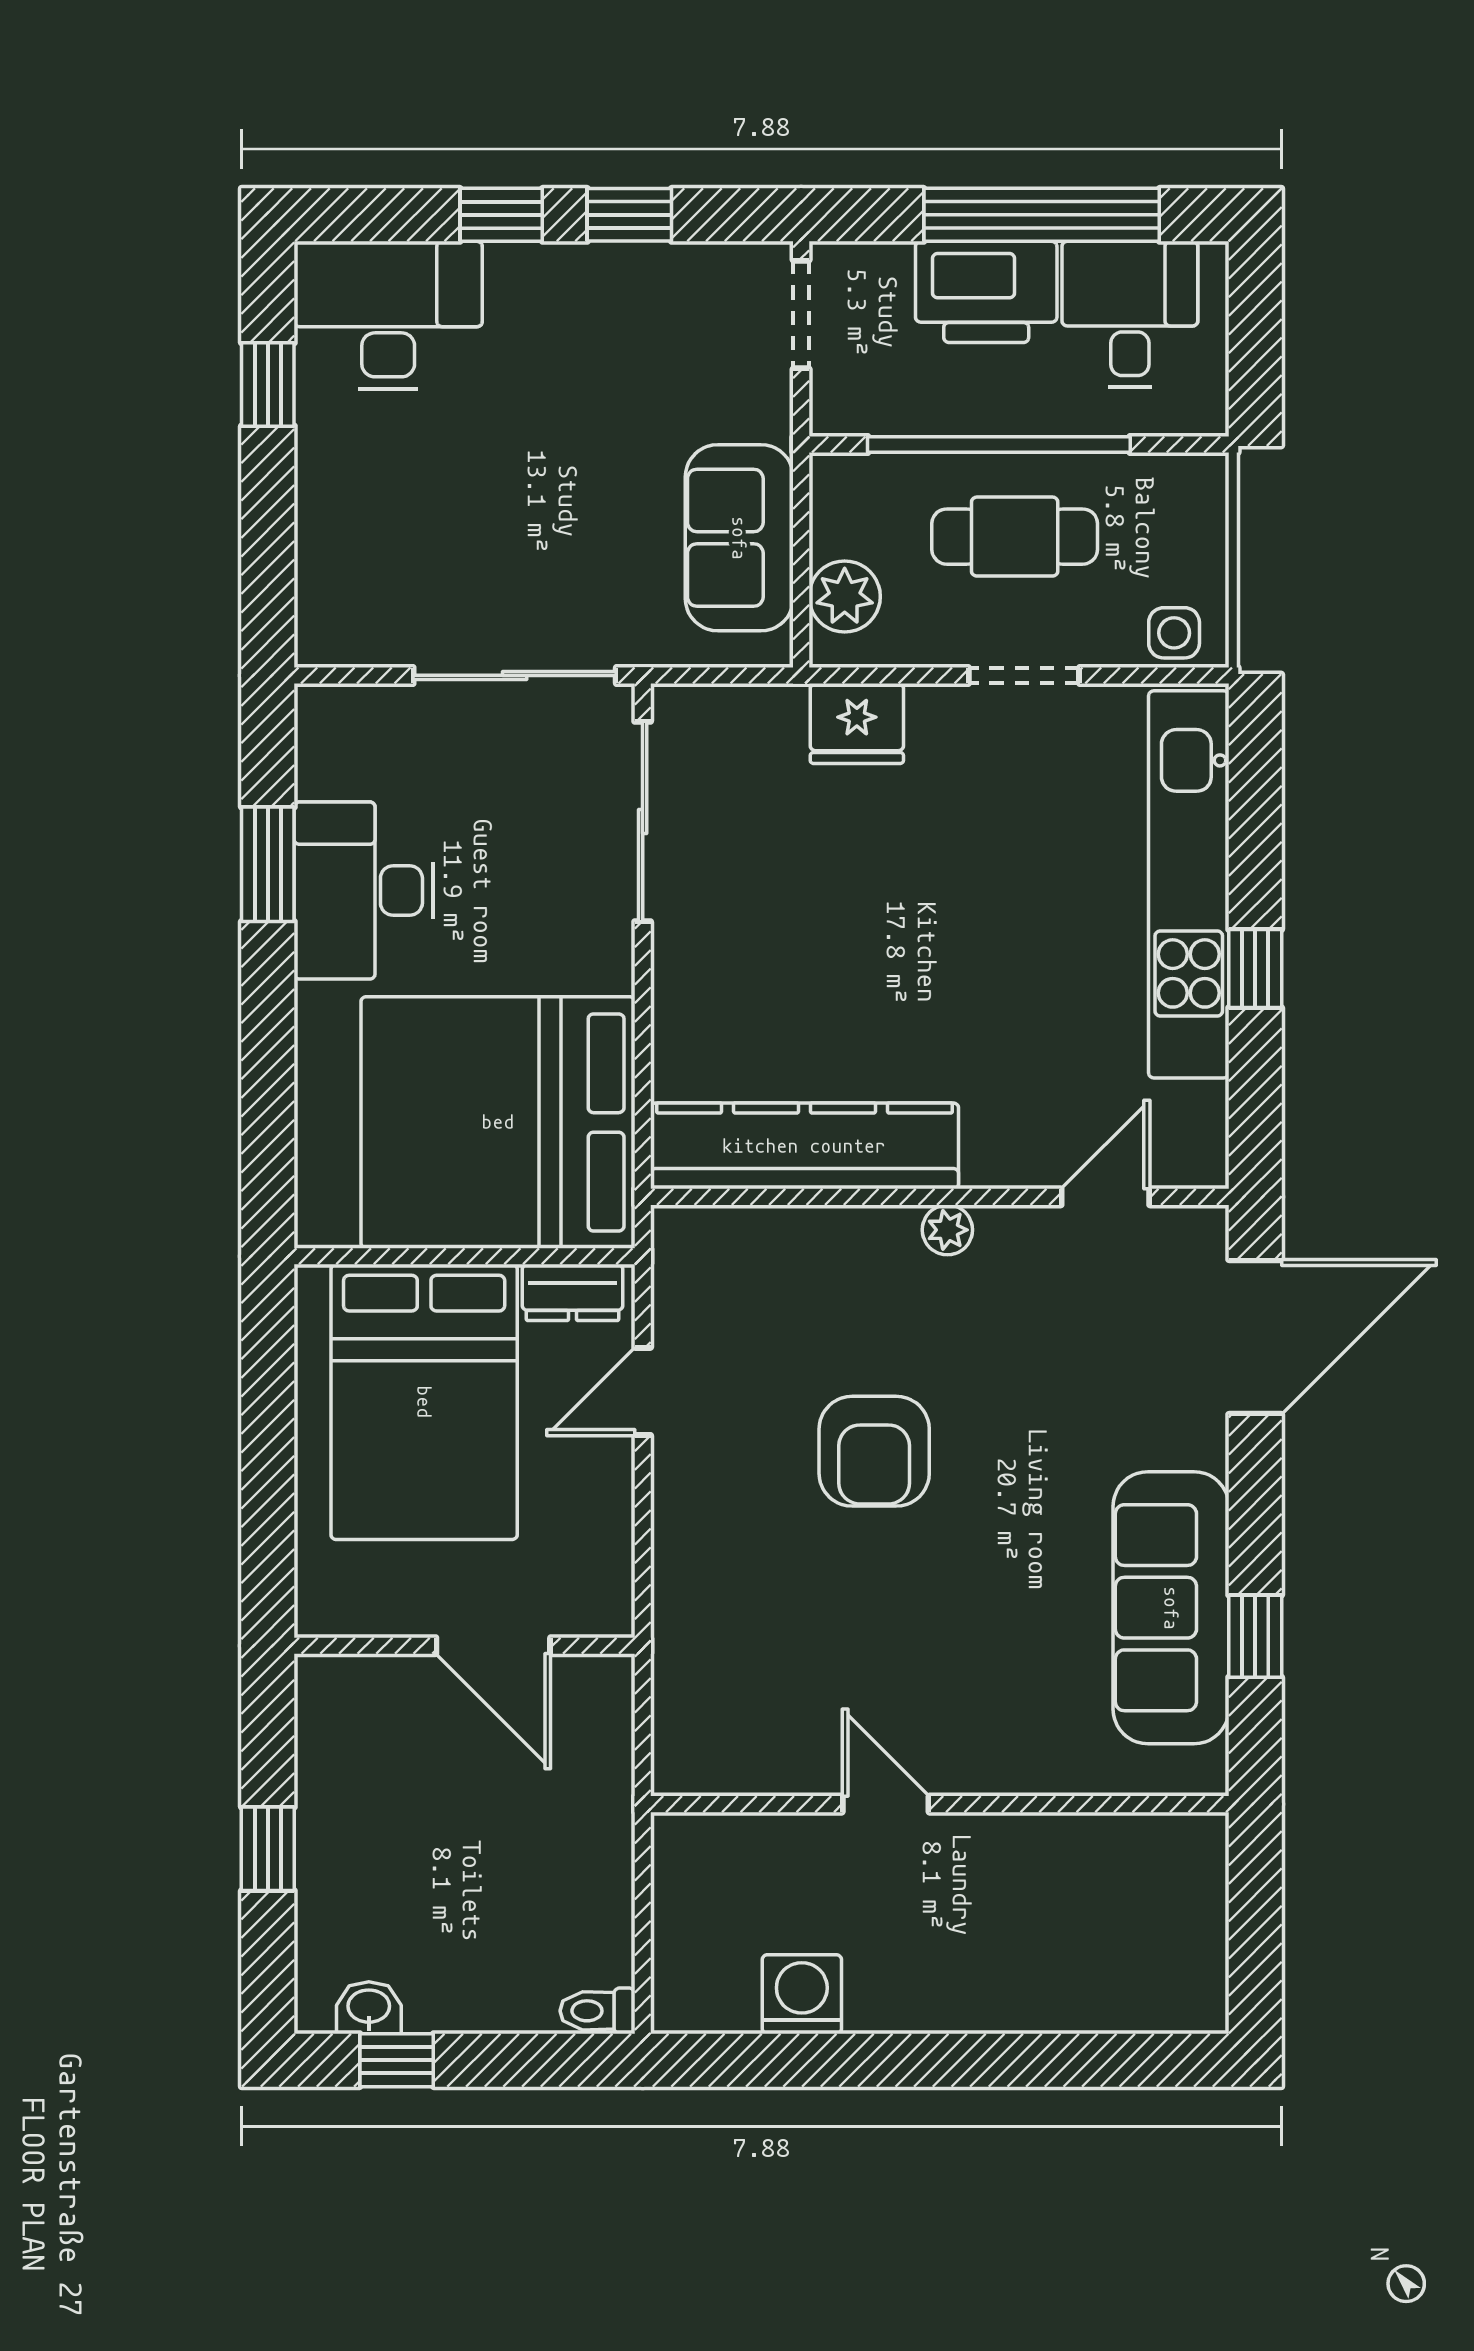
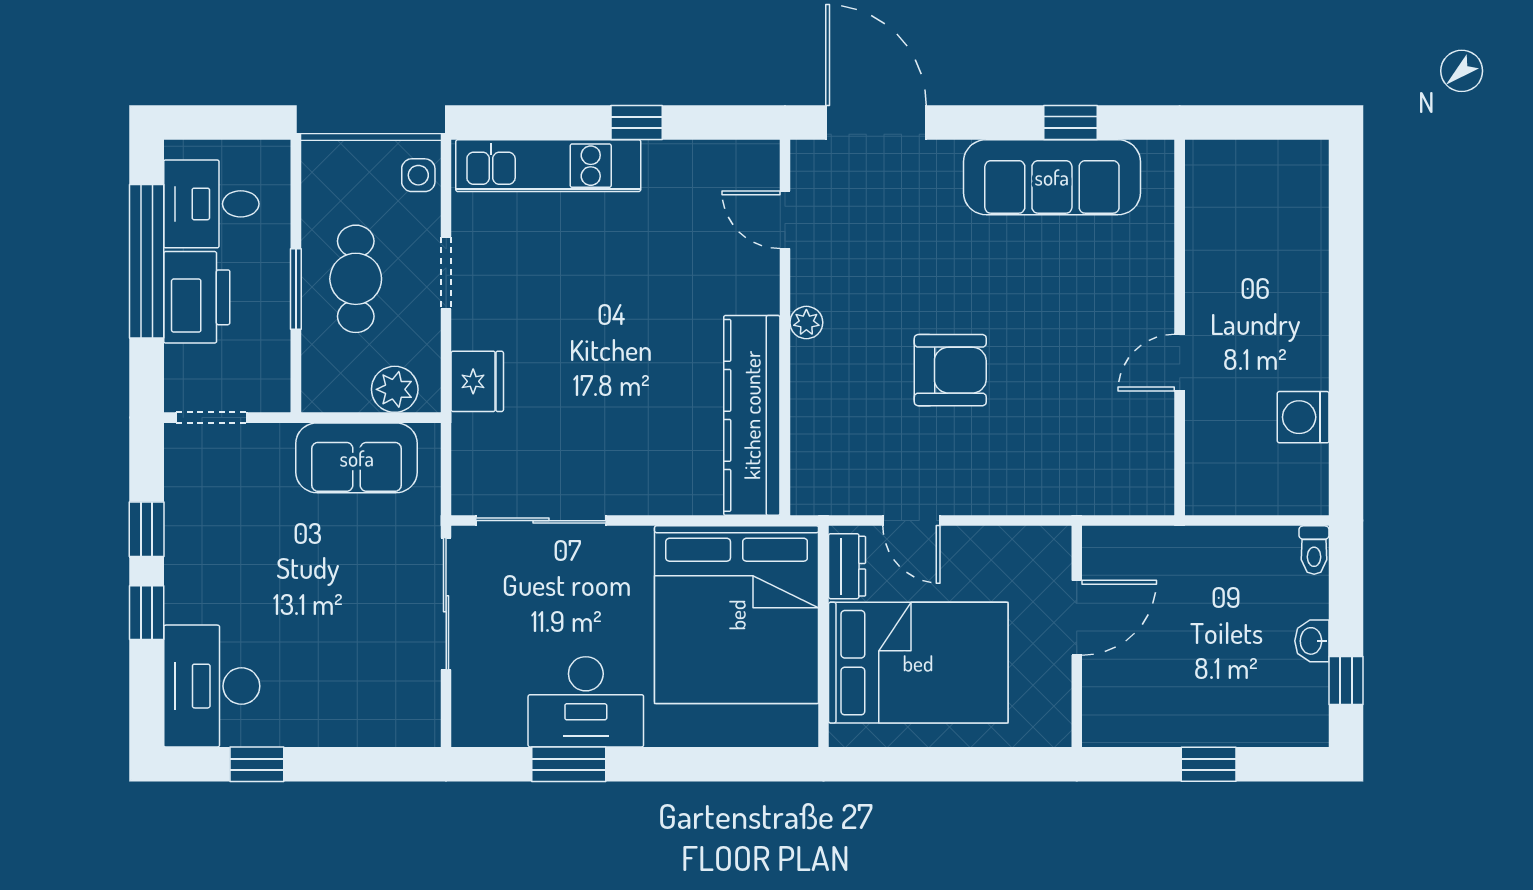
window: (999, 444) -> (296, 289), width x0.47
kitchen unit: (1189, 884) -> (548, 166), width x0.73
washbasin: (369, 2008) -> (1312, 641), moved

